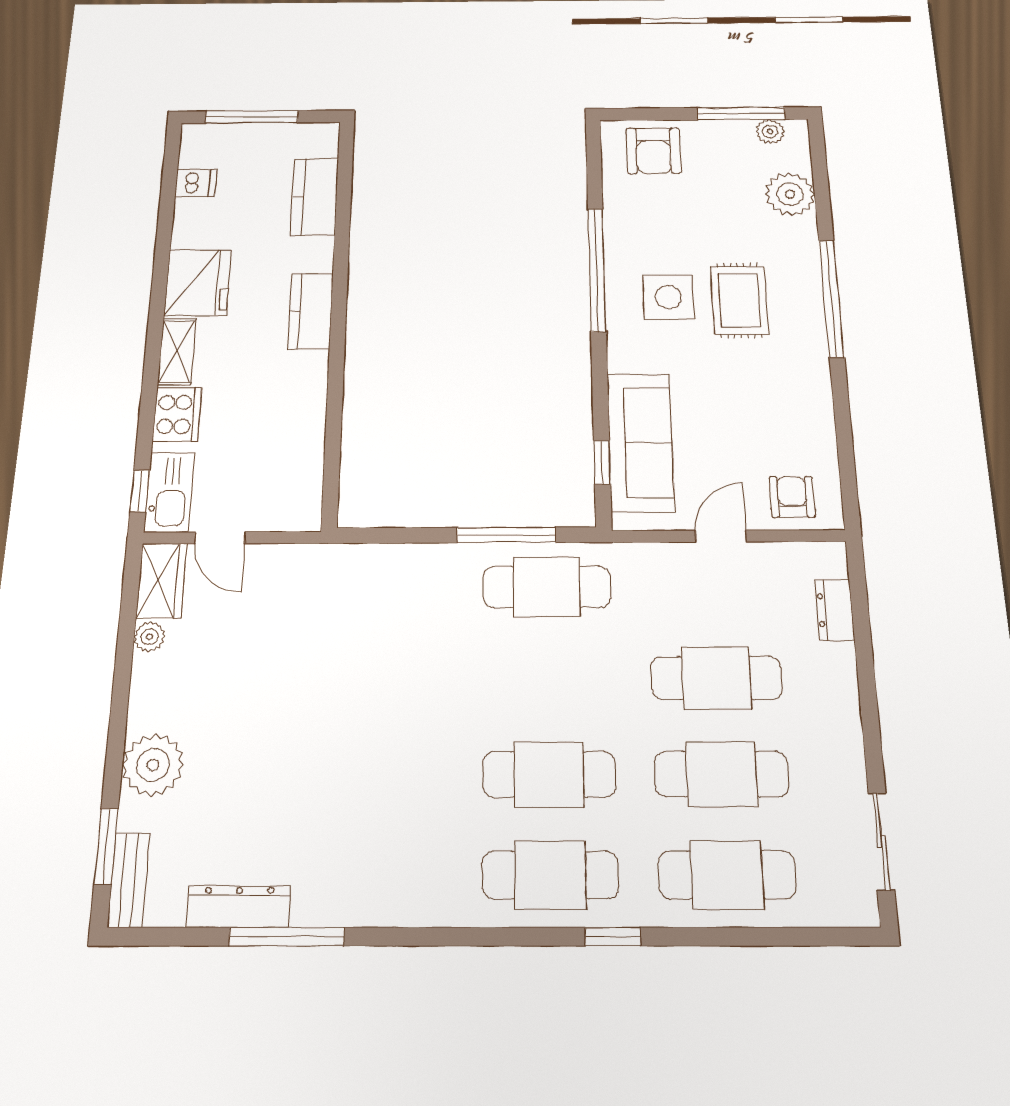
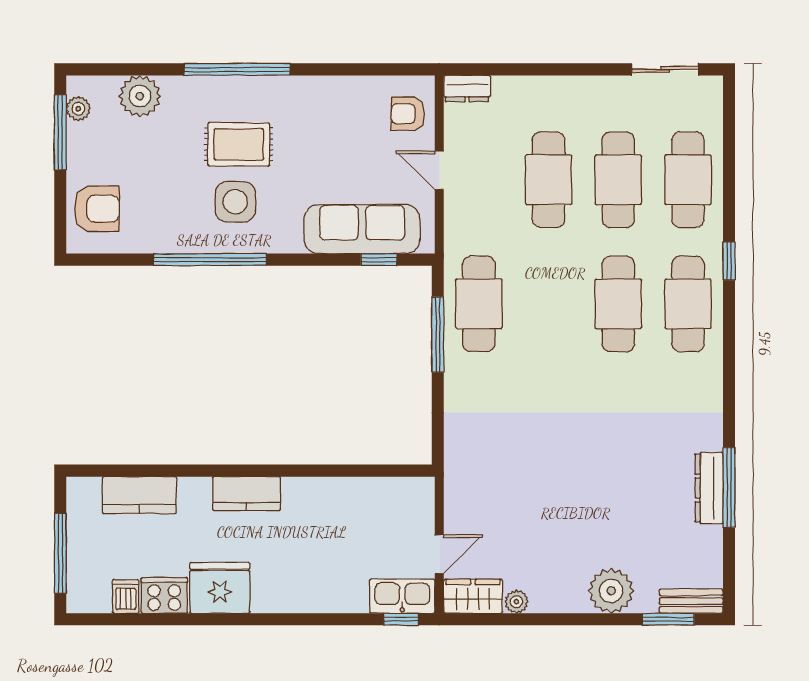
shelving: (177, 351) -> (282, 600), removed
cooker: (177, 414) -> (164, 595), moved
dresser: (835, 610) -> (467, 88), moved
dresser: (239, 907) -> (709, 488), moved

